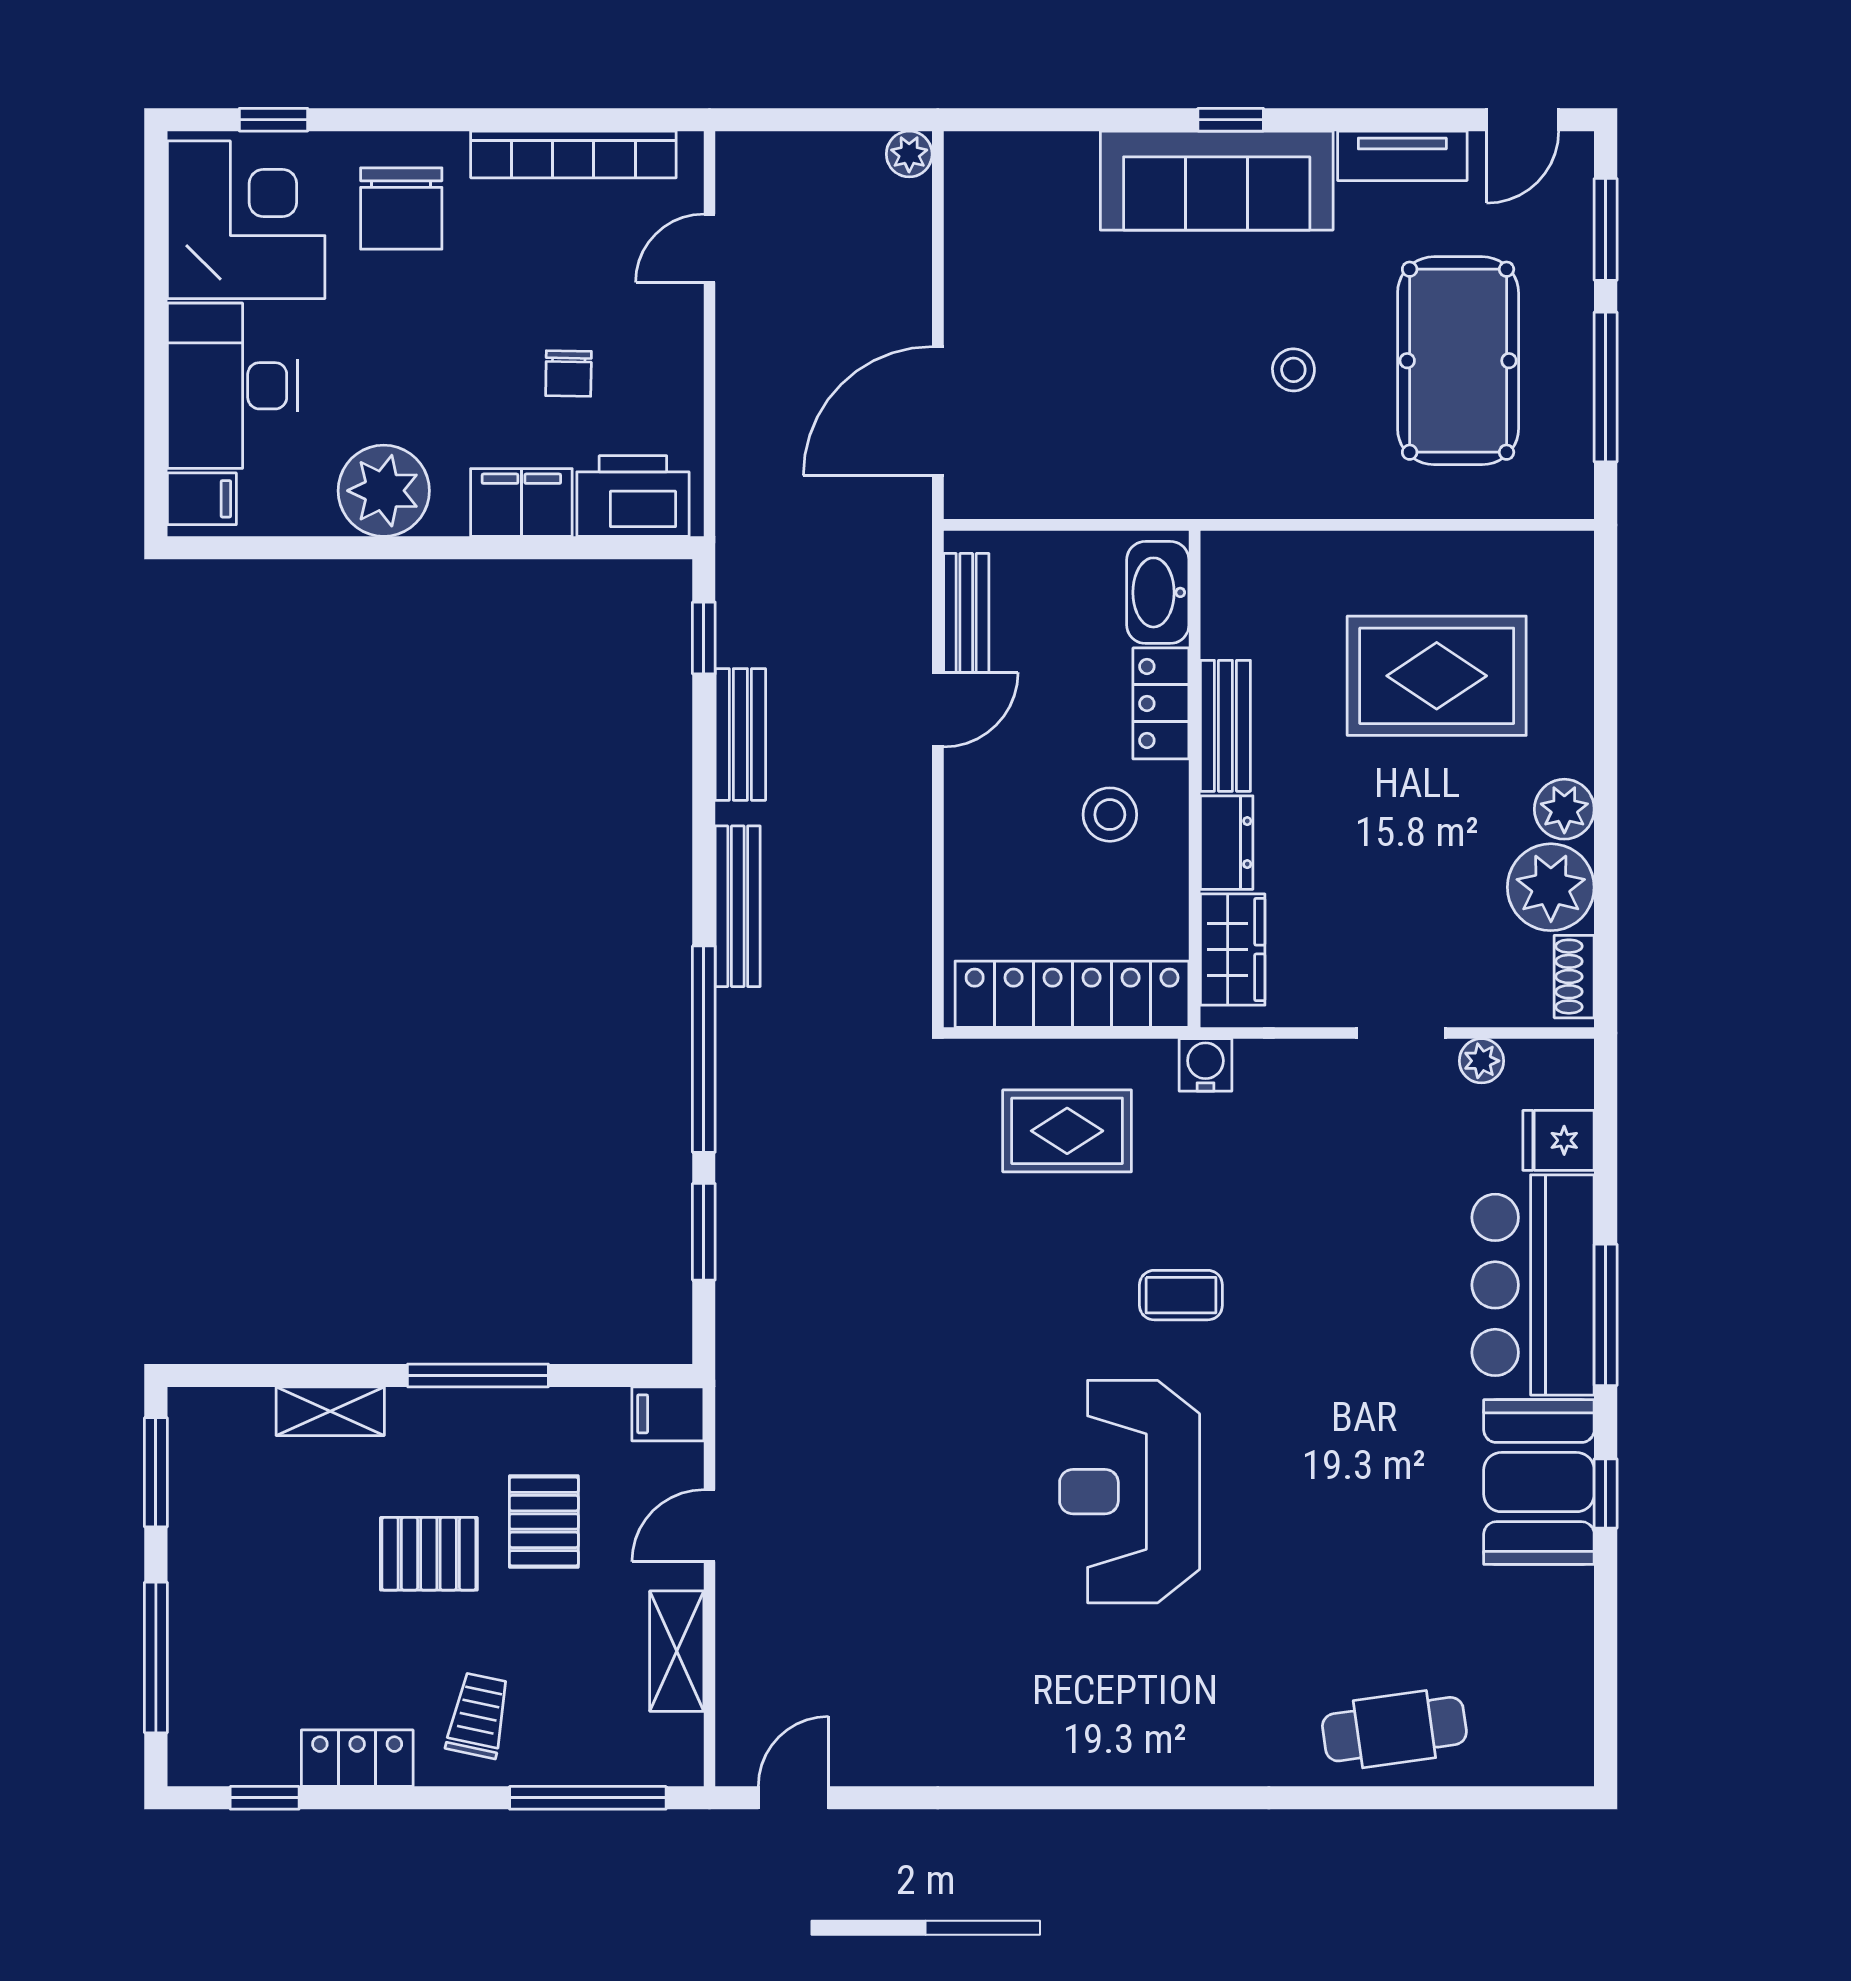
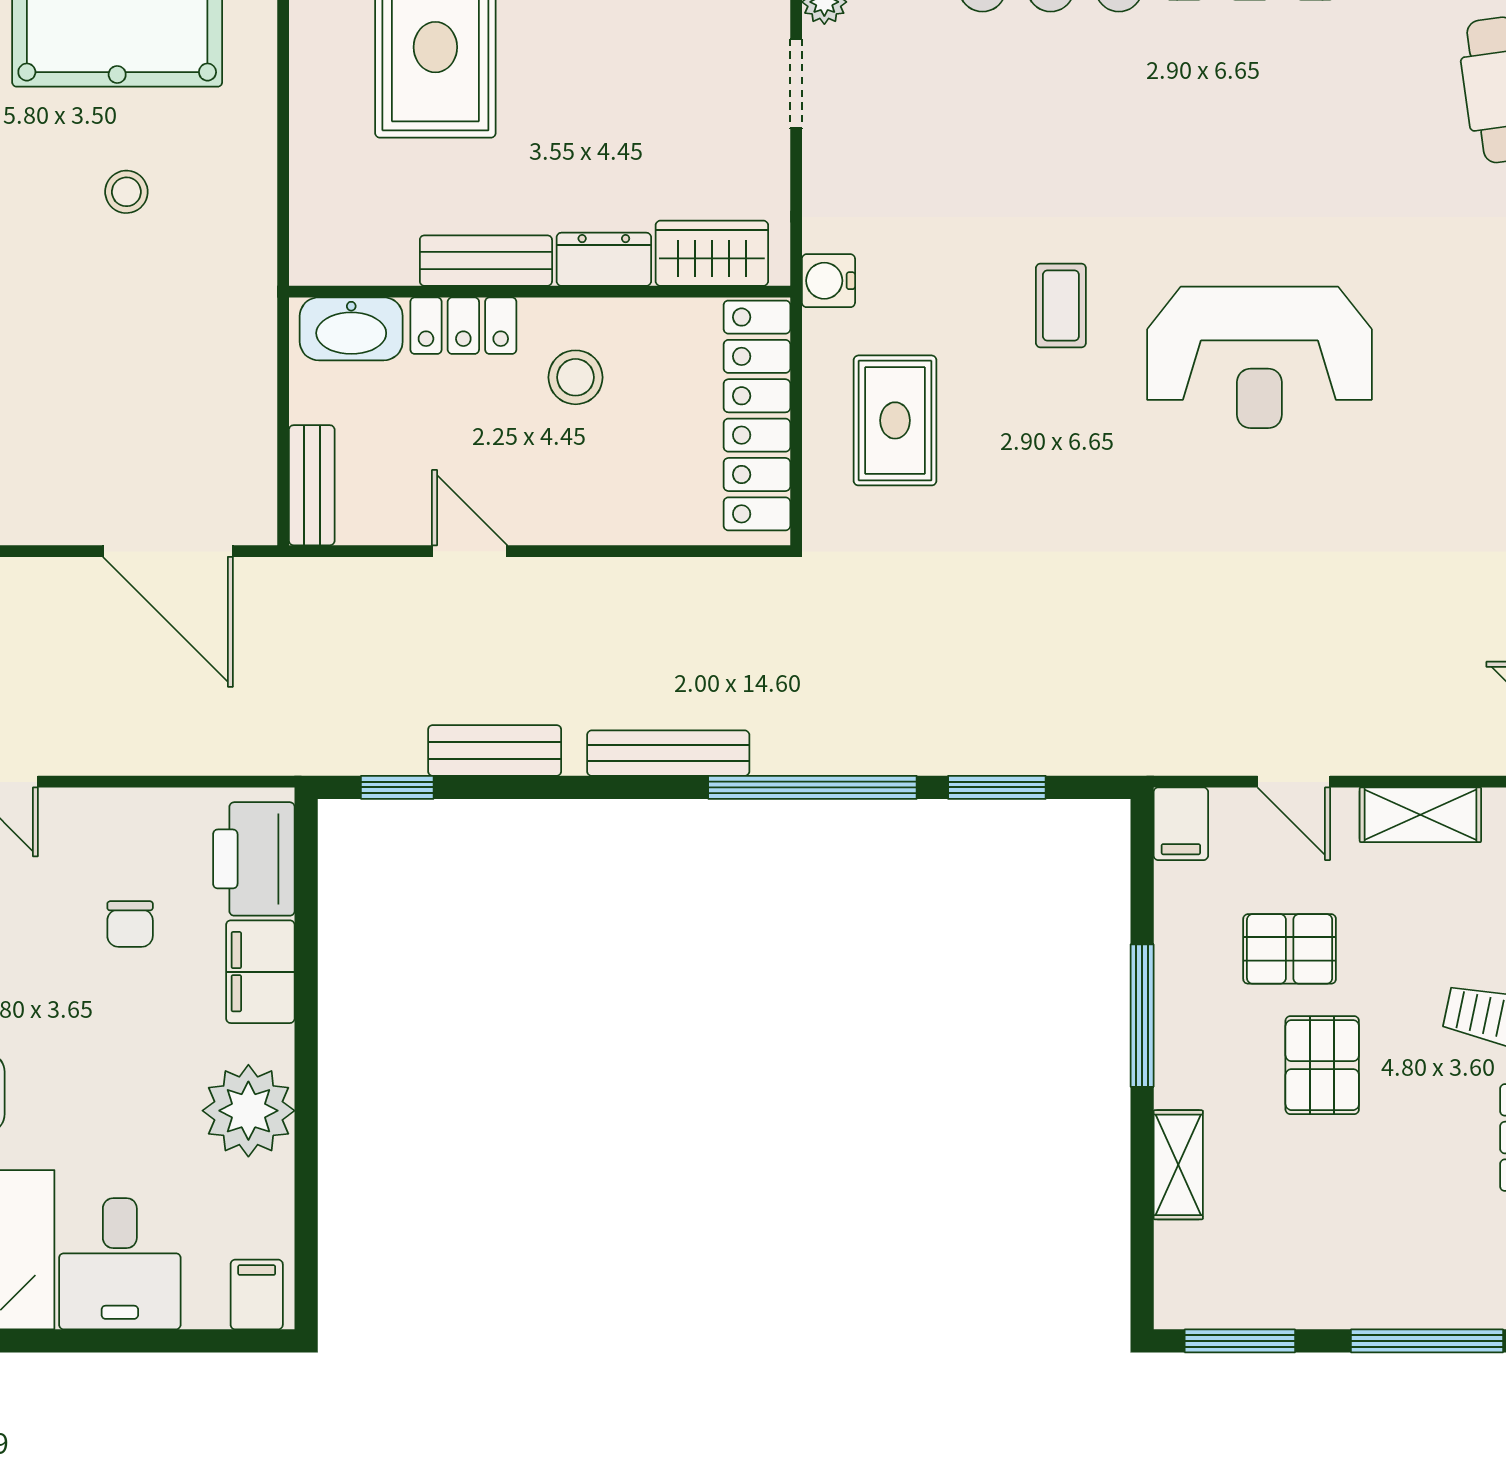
chair: (569, 373) -> (130, 924), turned 89
desk: (232, 386) -> (120, 1264), width x0.73
bench: (966, 613) -> (312, 485), moved, turned 90

